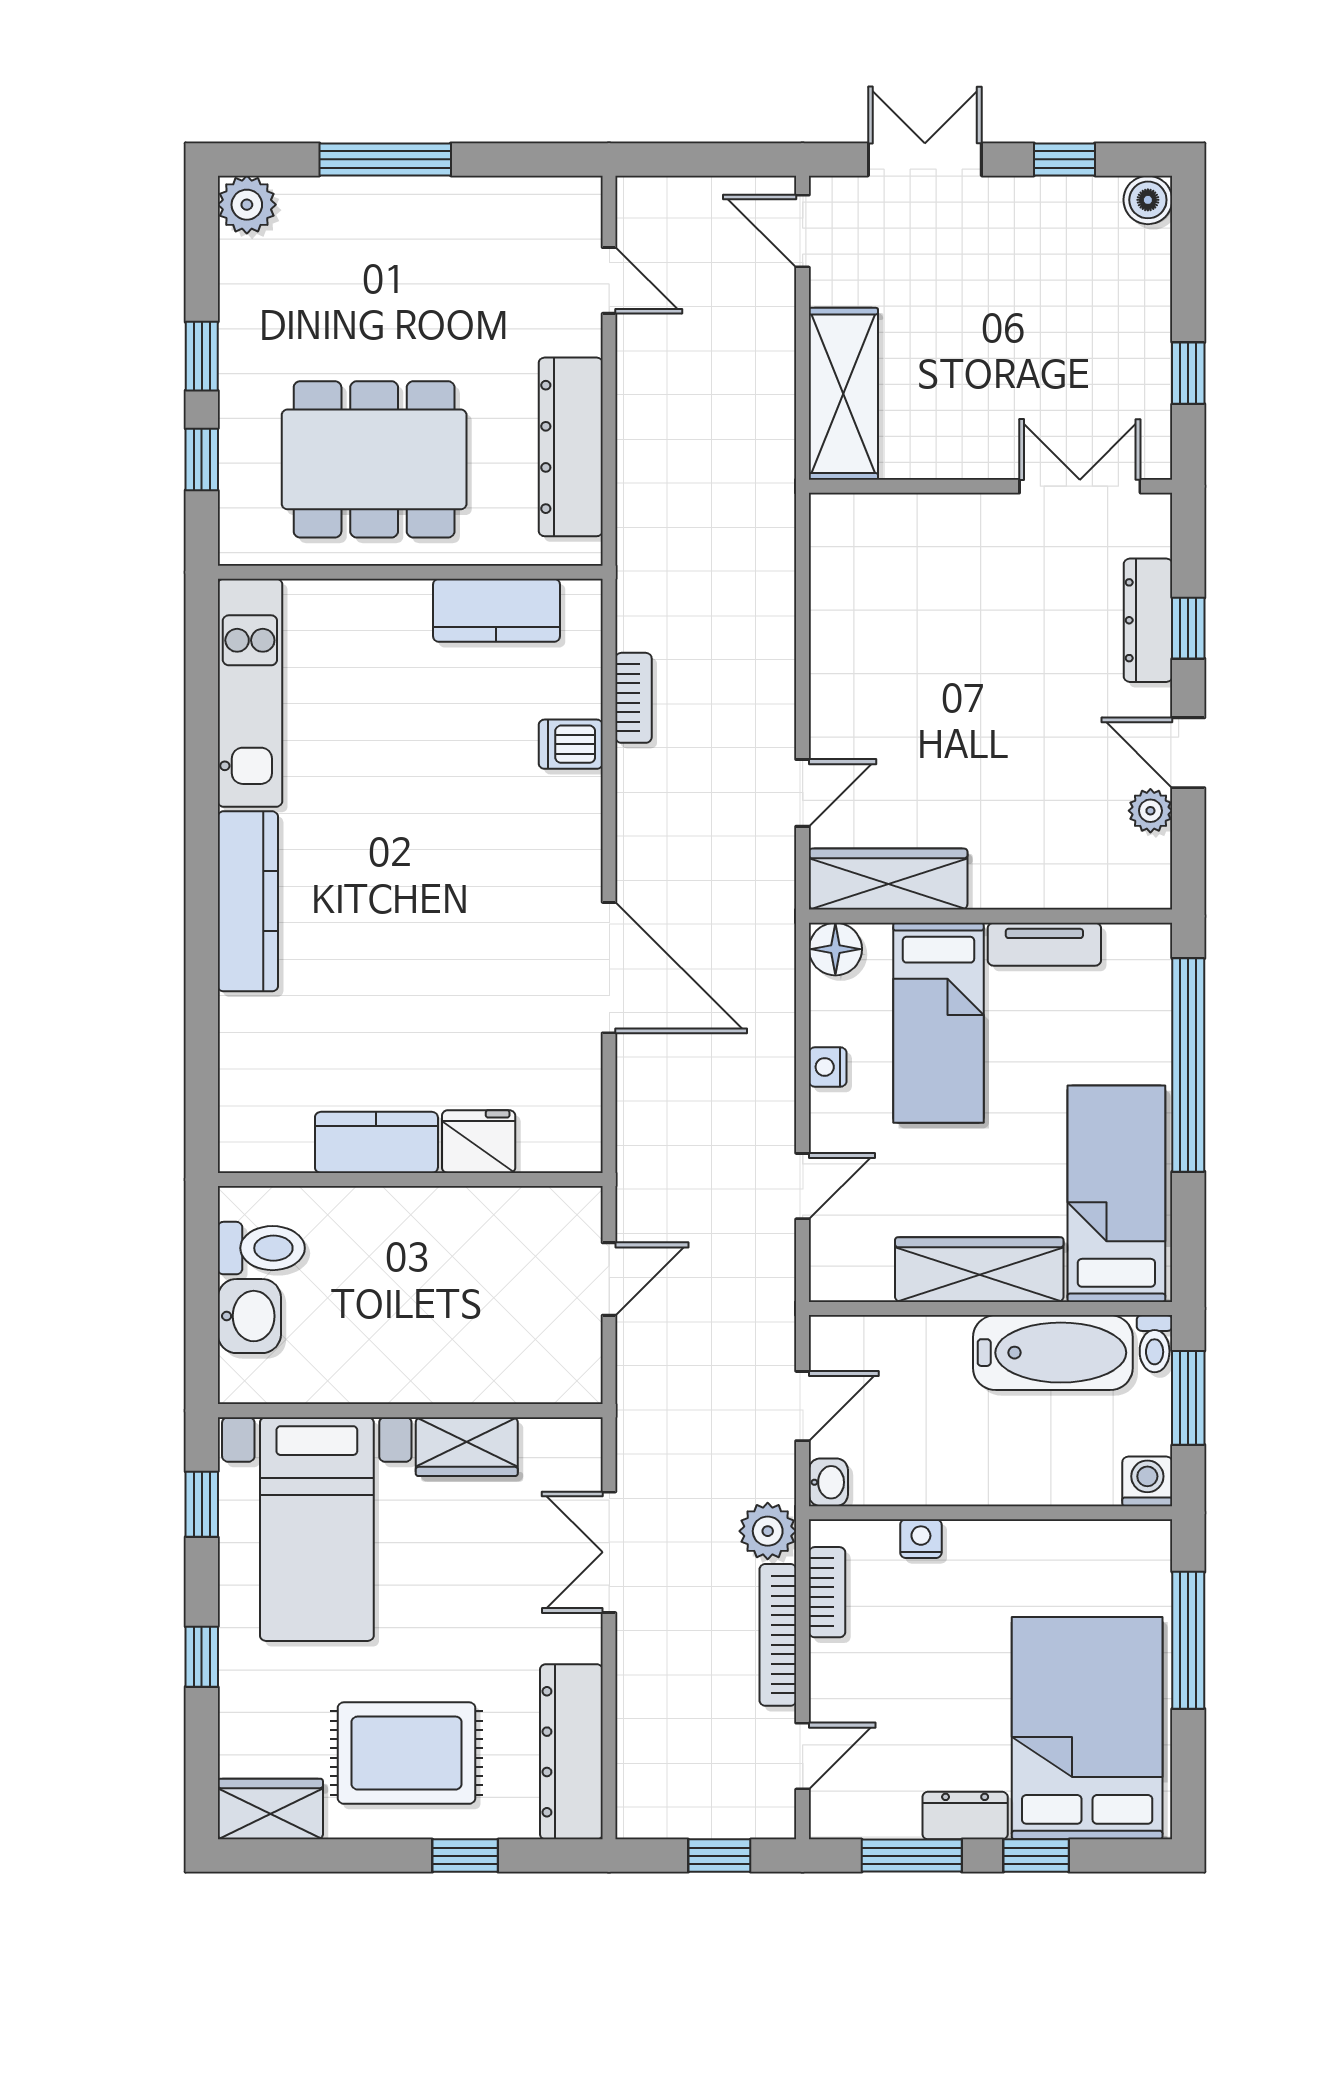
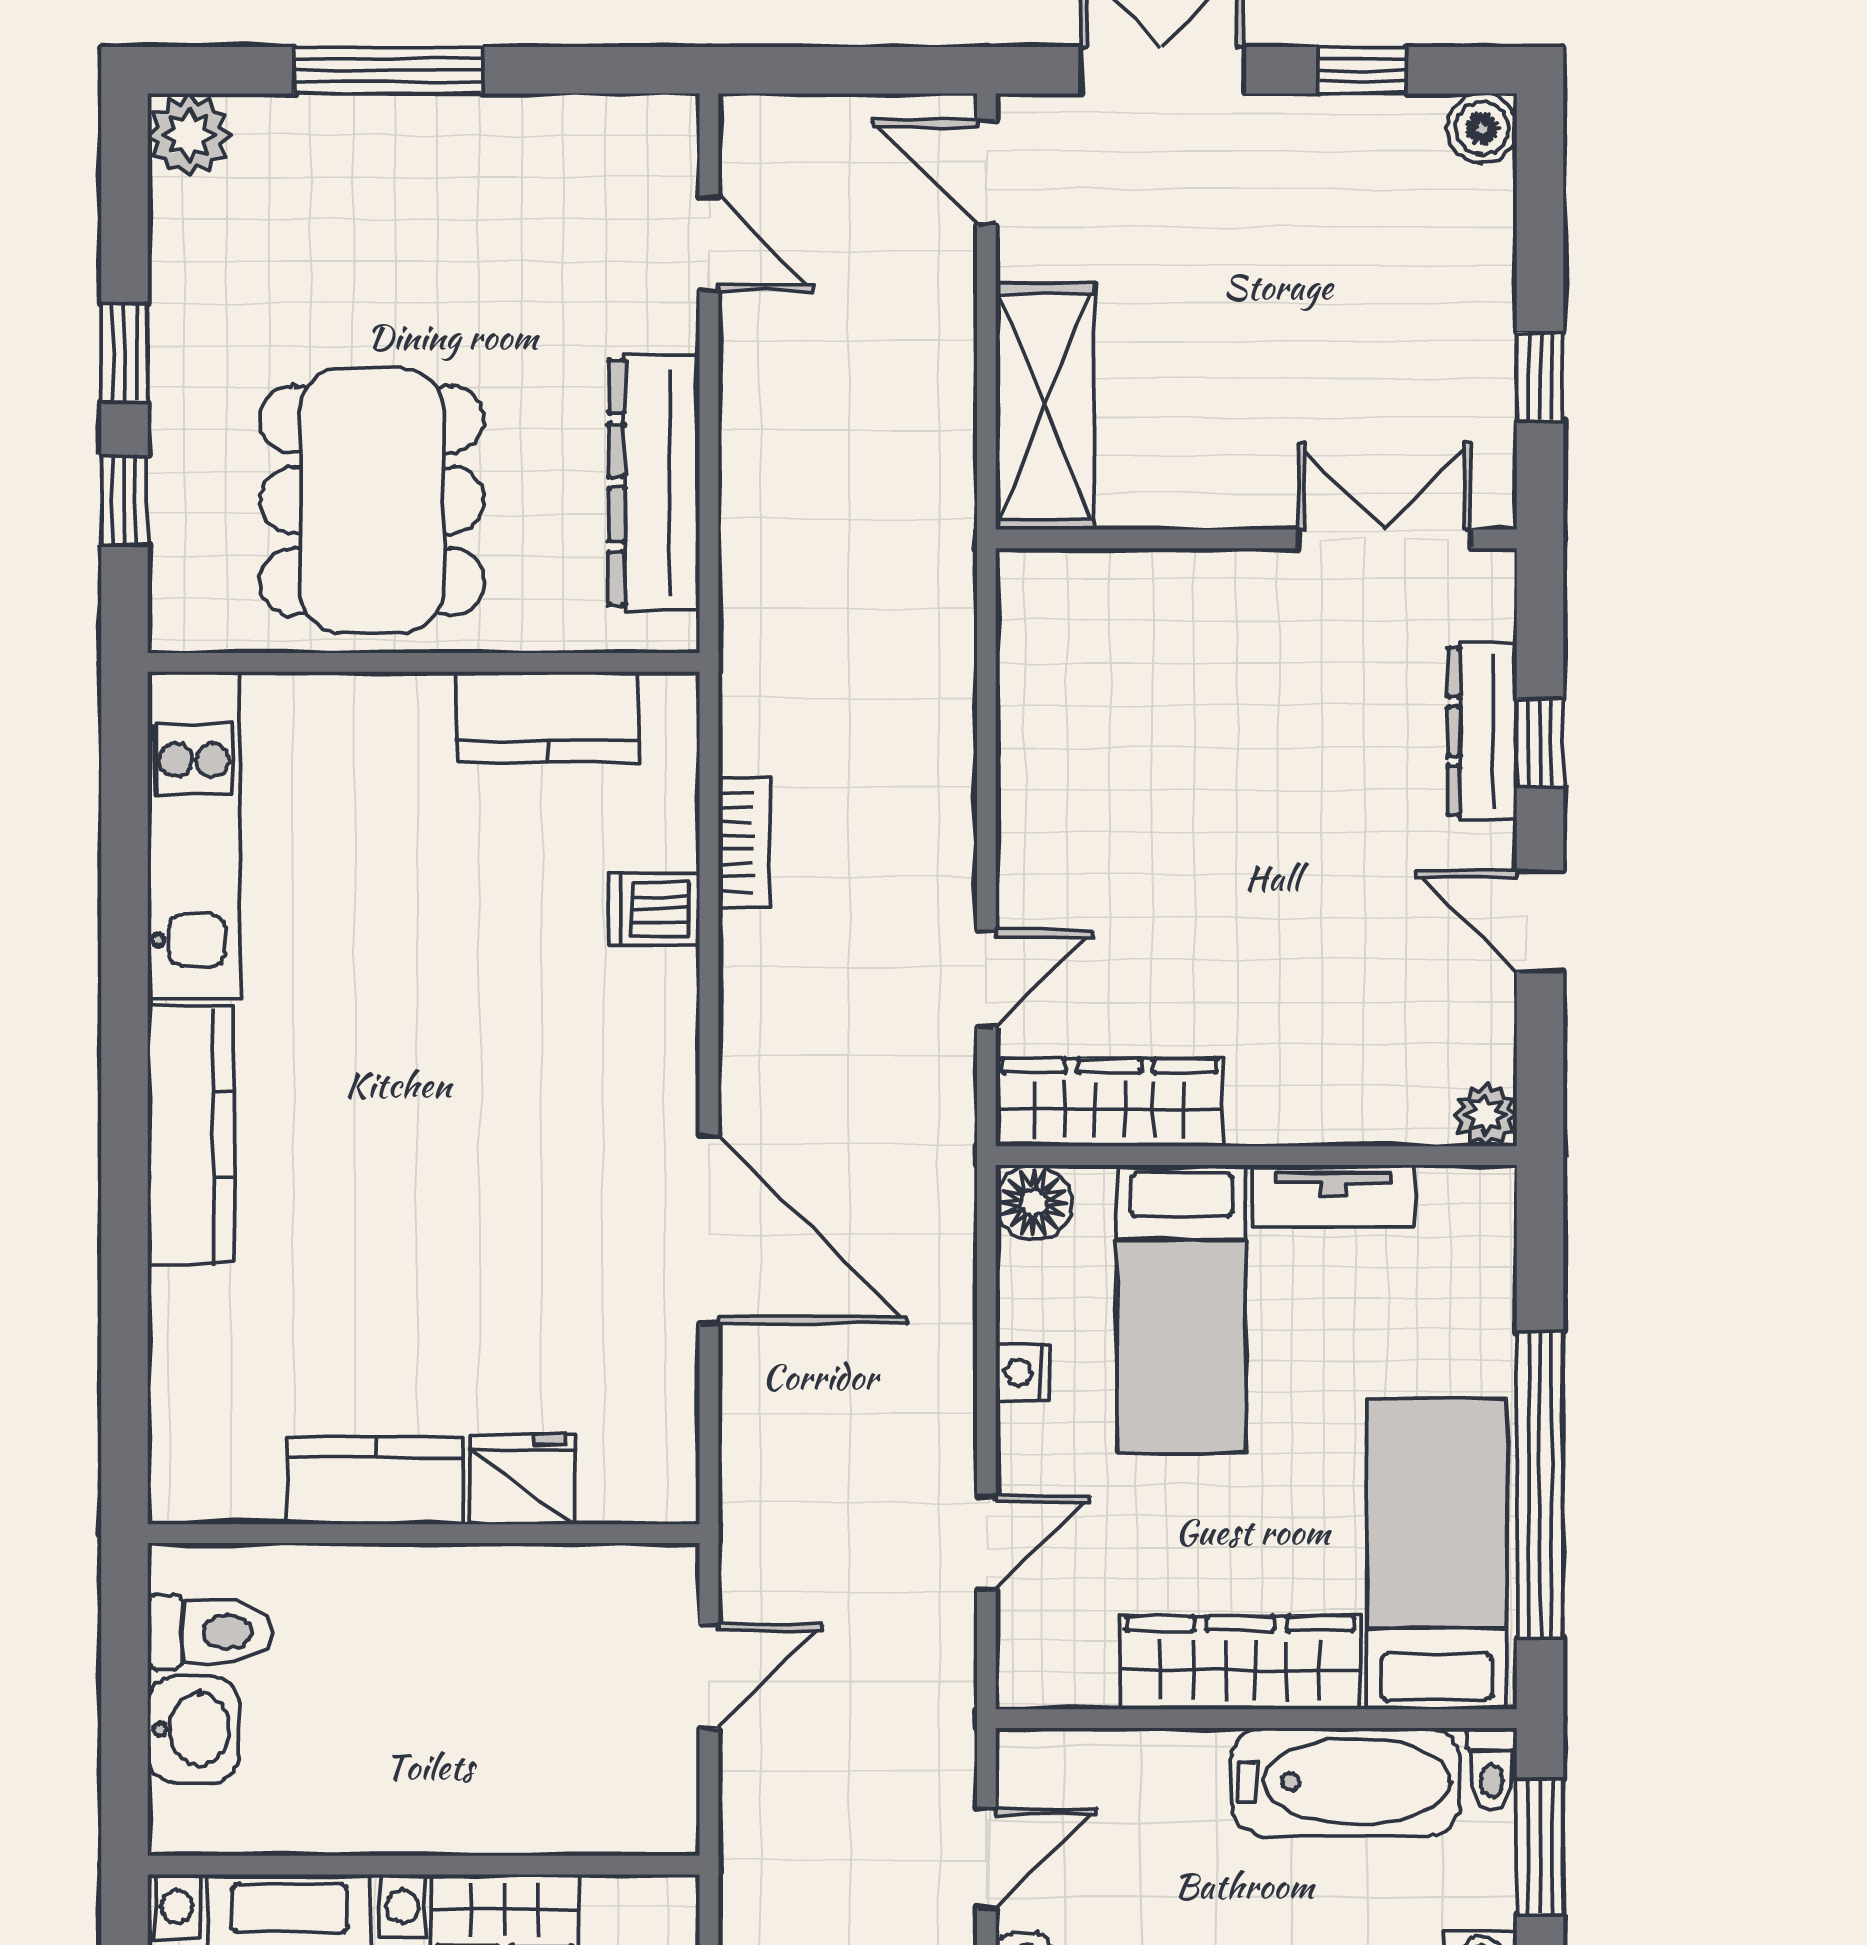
dining table: (374, 459) -> (372, 500), turned 90
plant: (1150, 811) -> (1486, 1115), moved
window: (1188, 1065) -> (1540, 1485), moved

